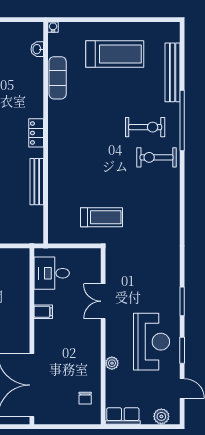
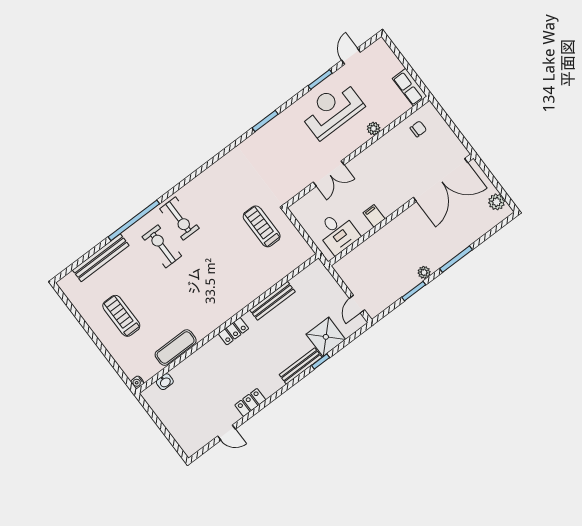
treadmill: (115, 54) -> (121, 316), width x0.73, depth x0.73
window: (182, 301) -> (265, 121), moved
plant: (161, 416) -> (386, 56), removed

